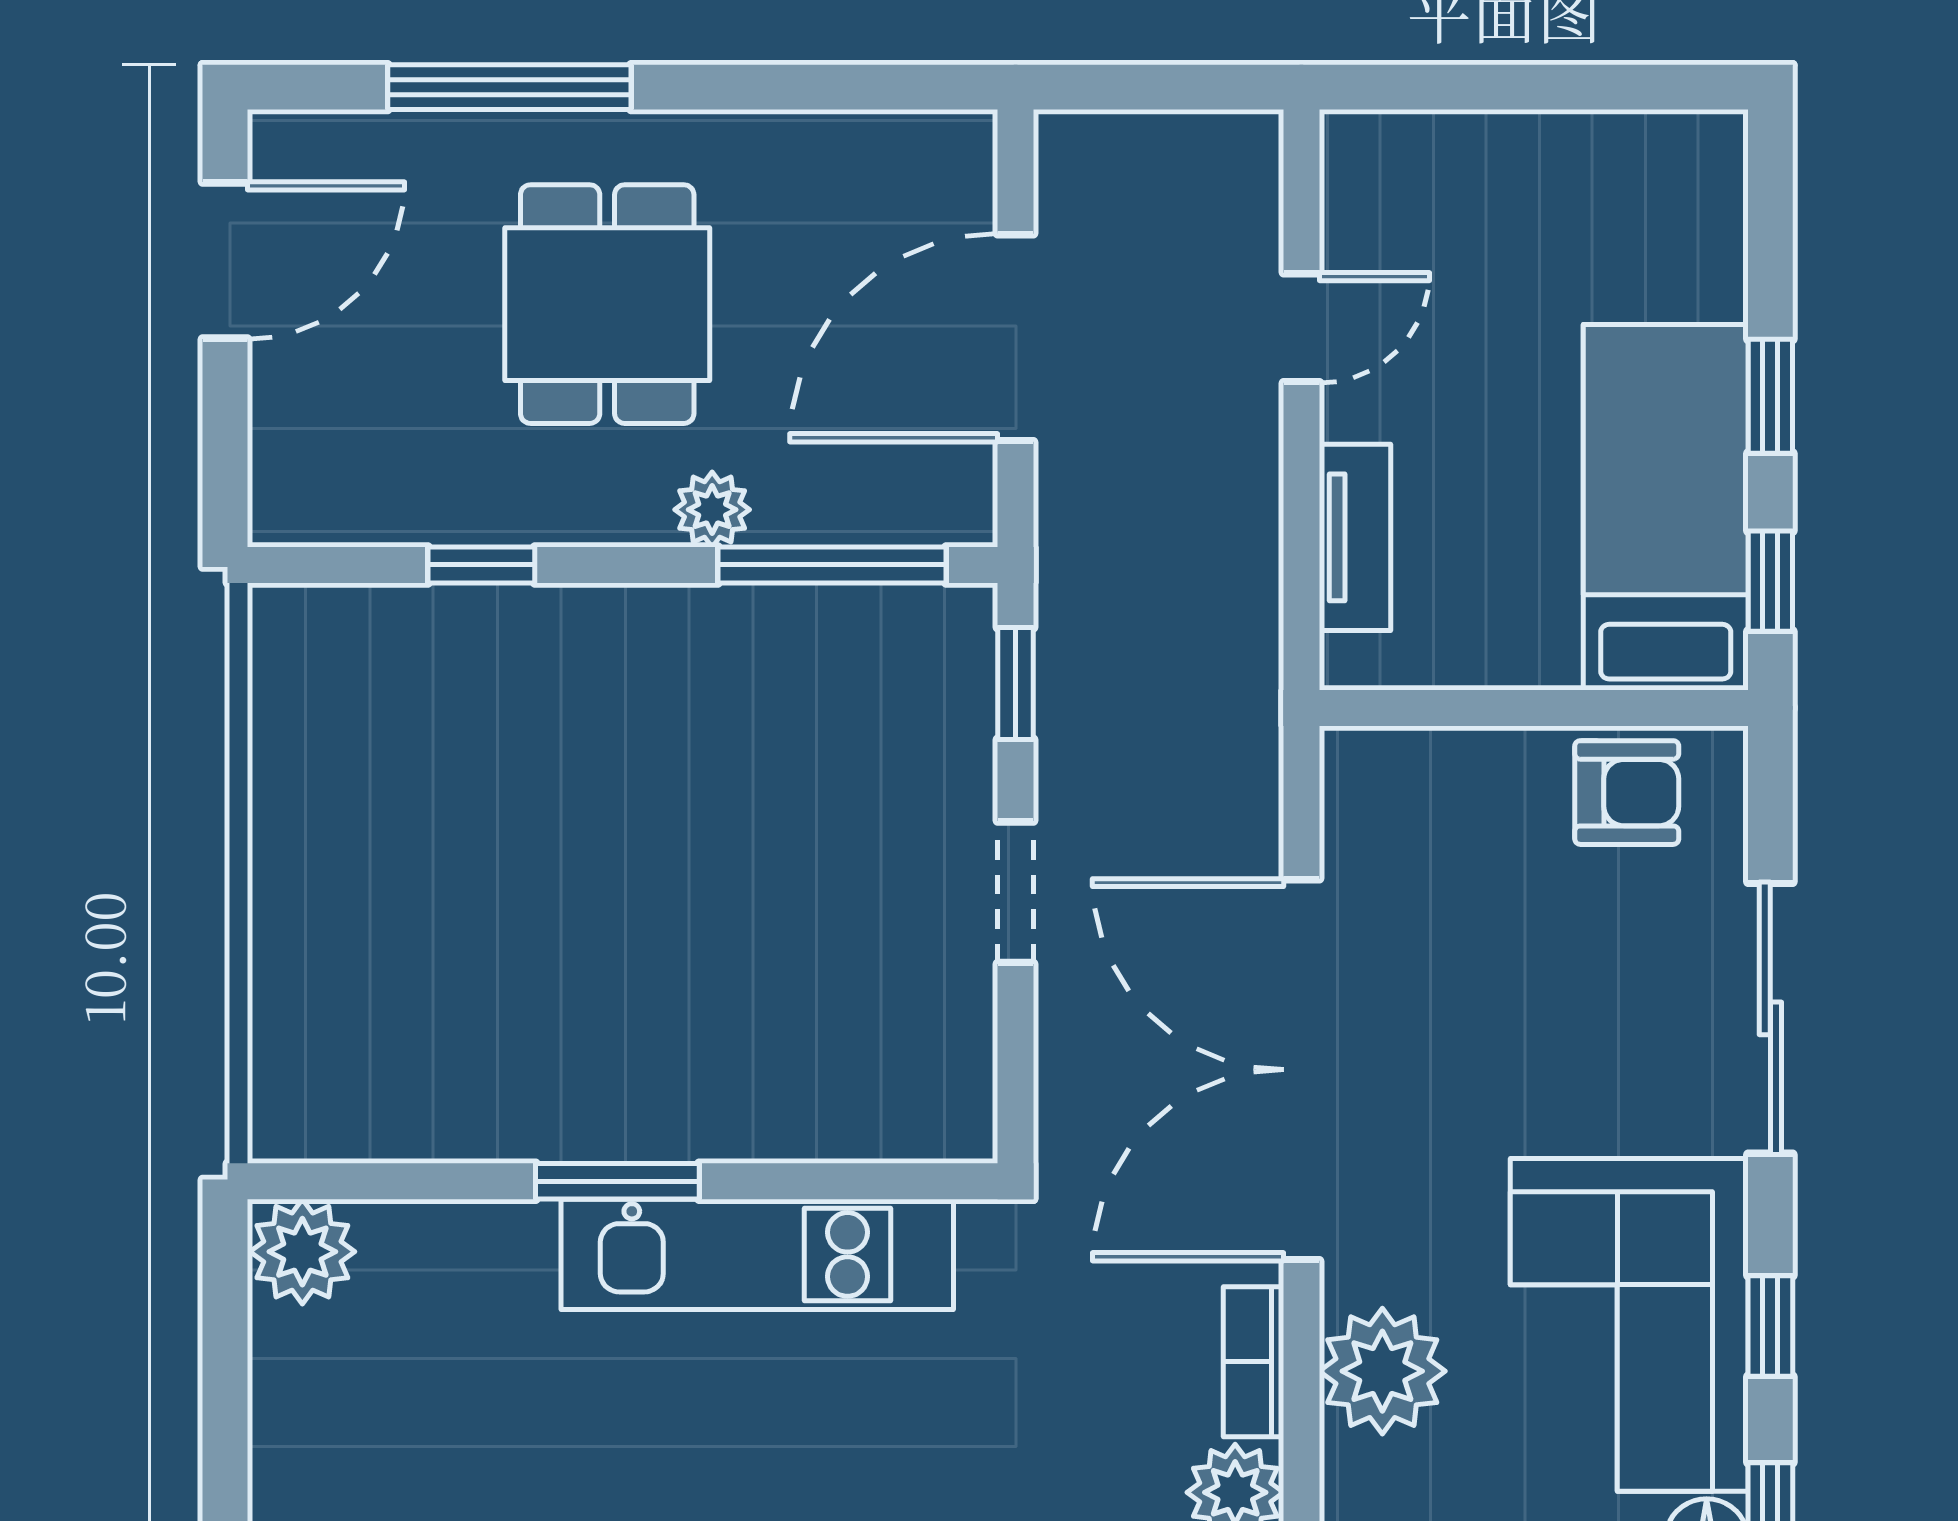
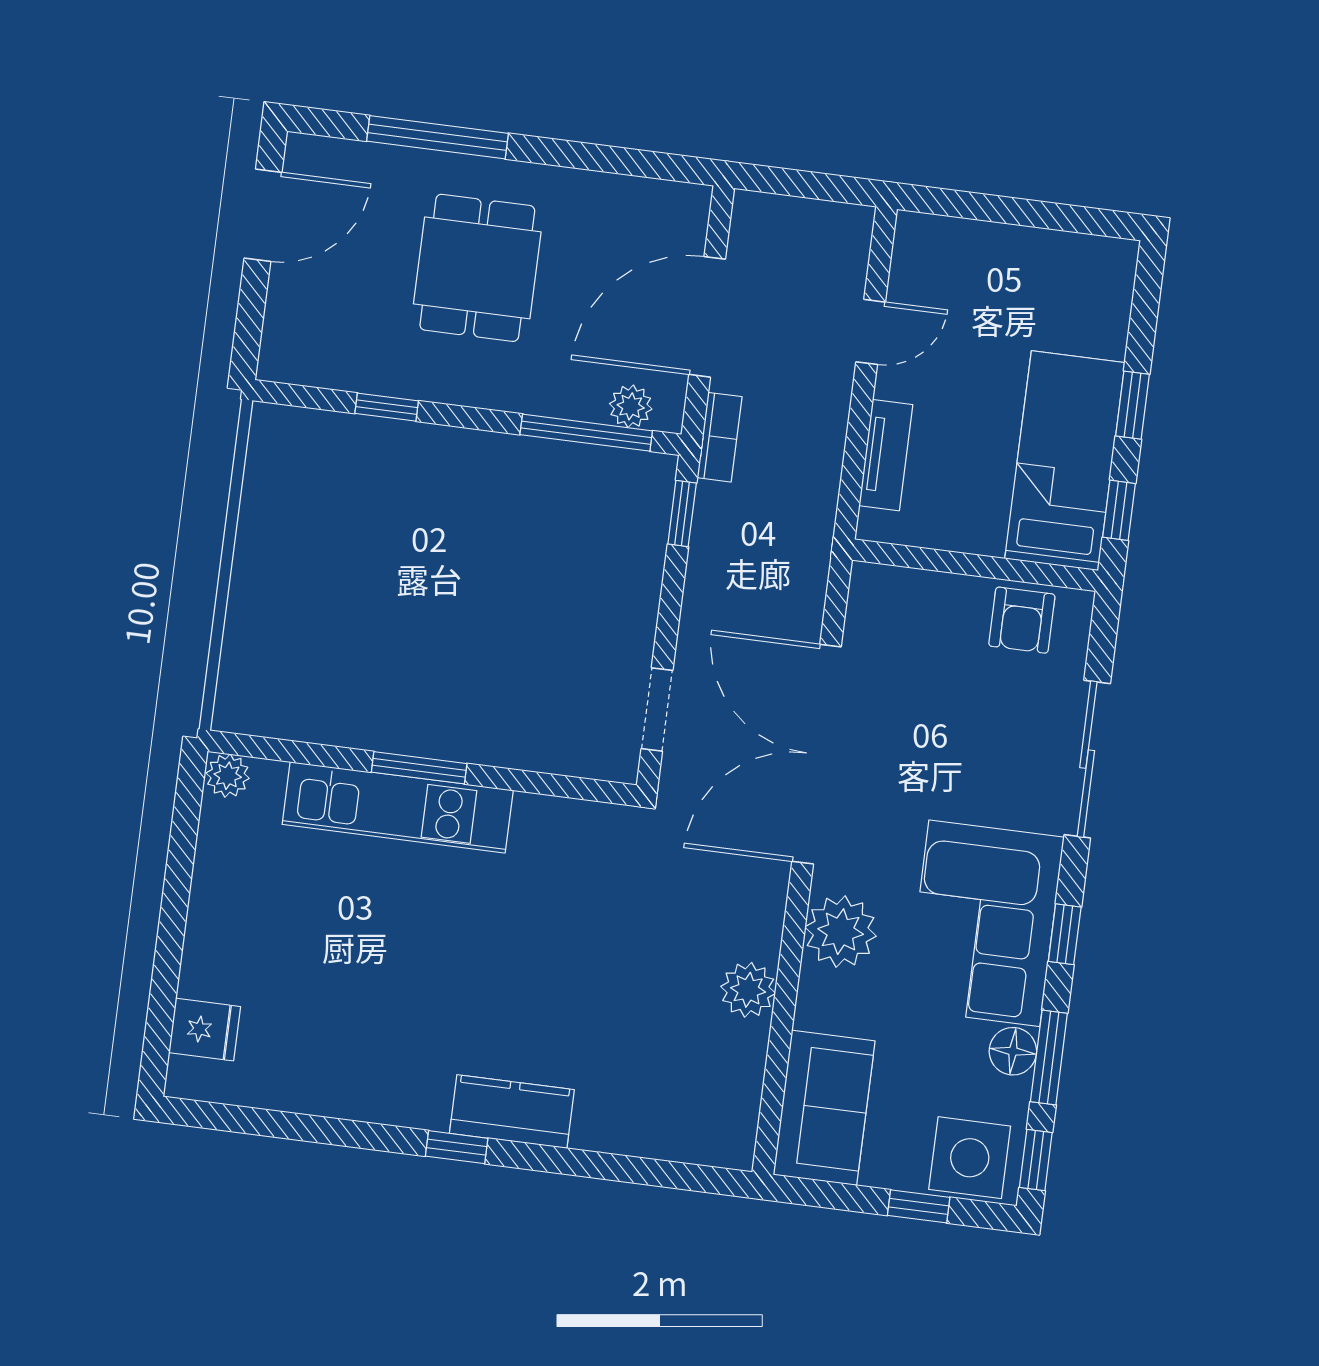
plant: (712, 510) -> (631, 406), moved
armchair: (1627, 793) -> (1022, 620), turned 90
doorway: (1016, 892) -> (657, 709), moved
plant: (302, 1252) -> (228, 776), width x0.73, depth x0.73
kitchen unit: (757, 1254) -> (398, 807), moved
bookcase: (1254, 1362) -> (720, 437), moved, turned 180

